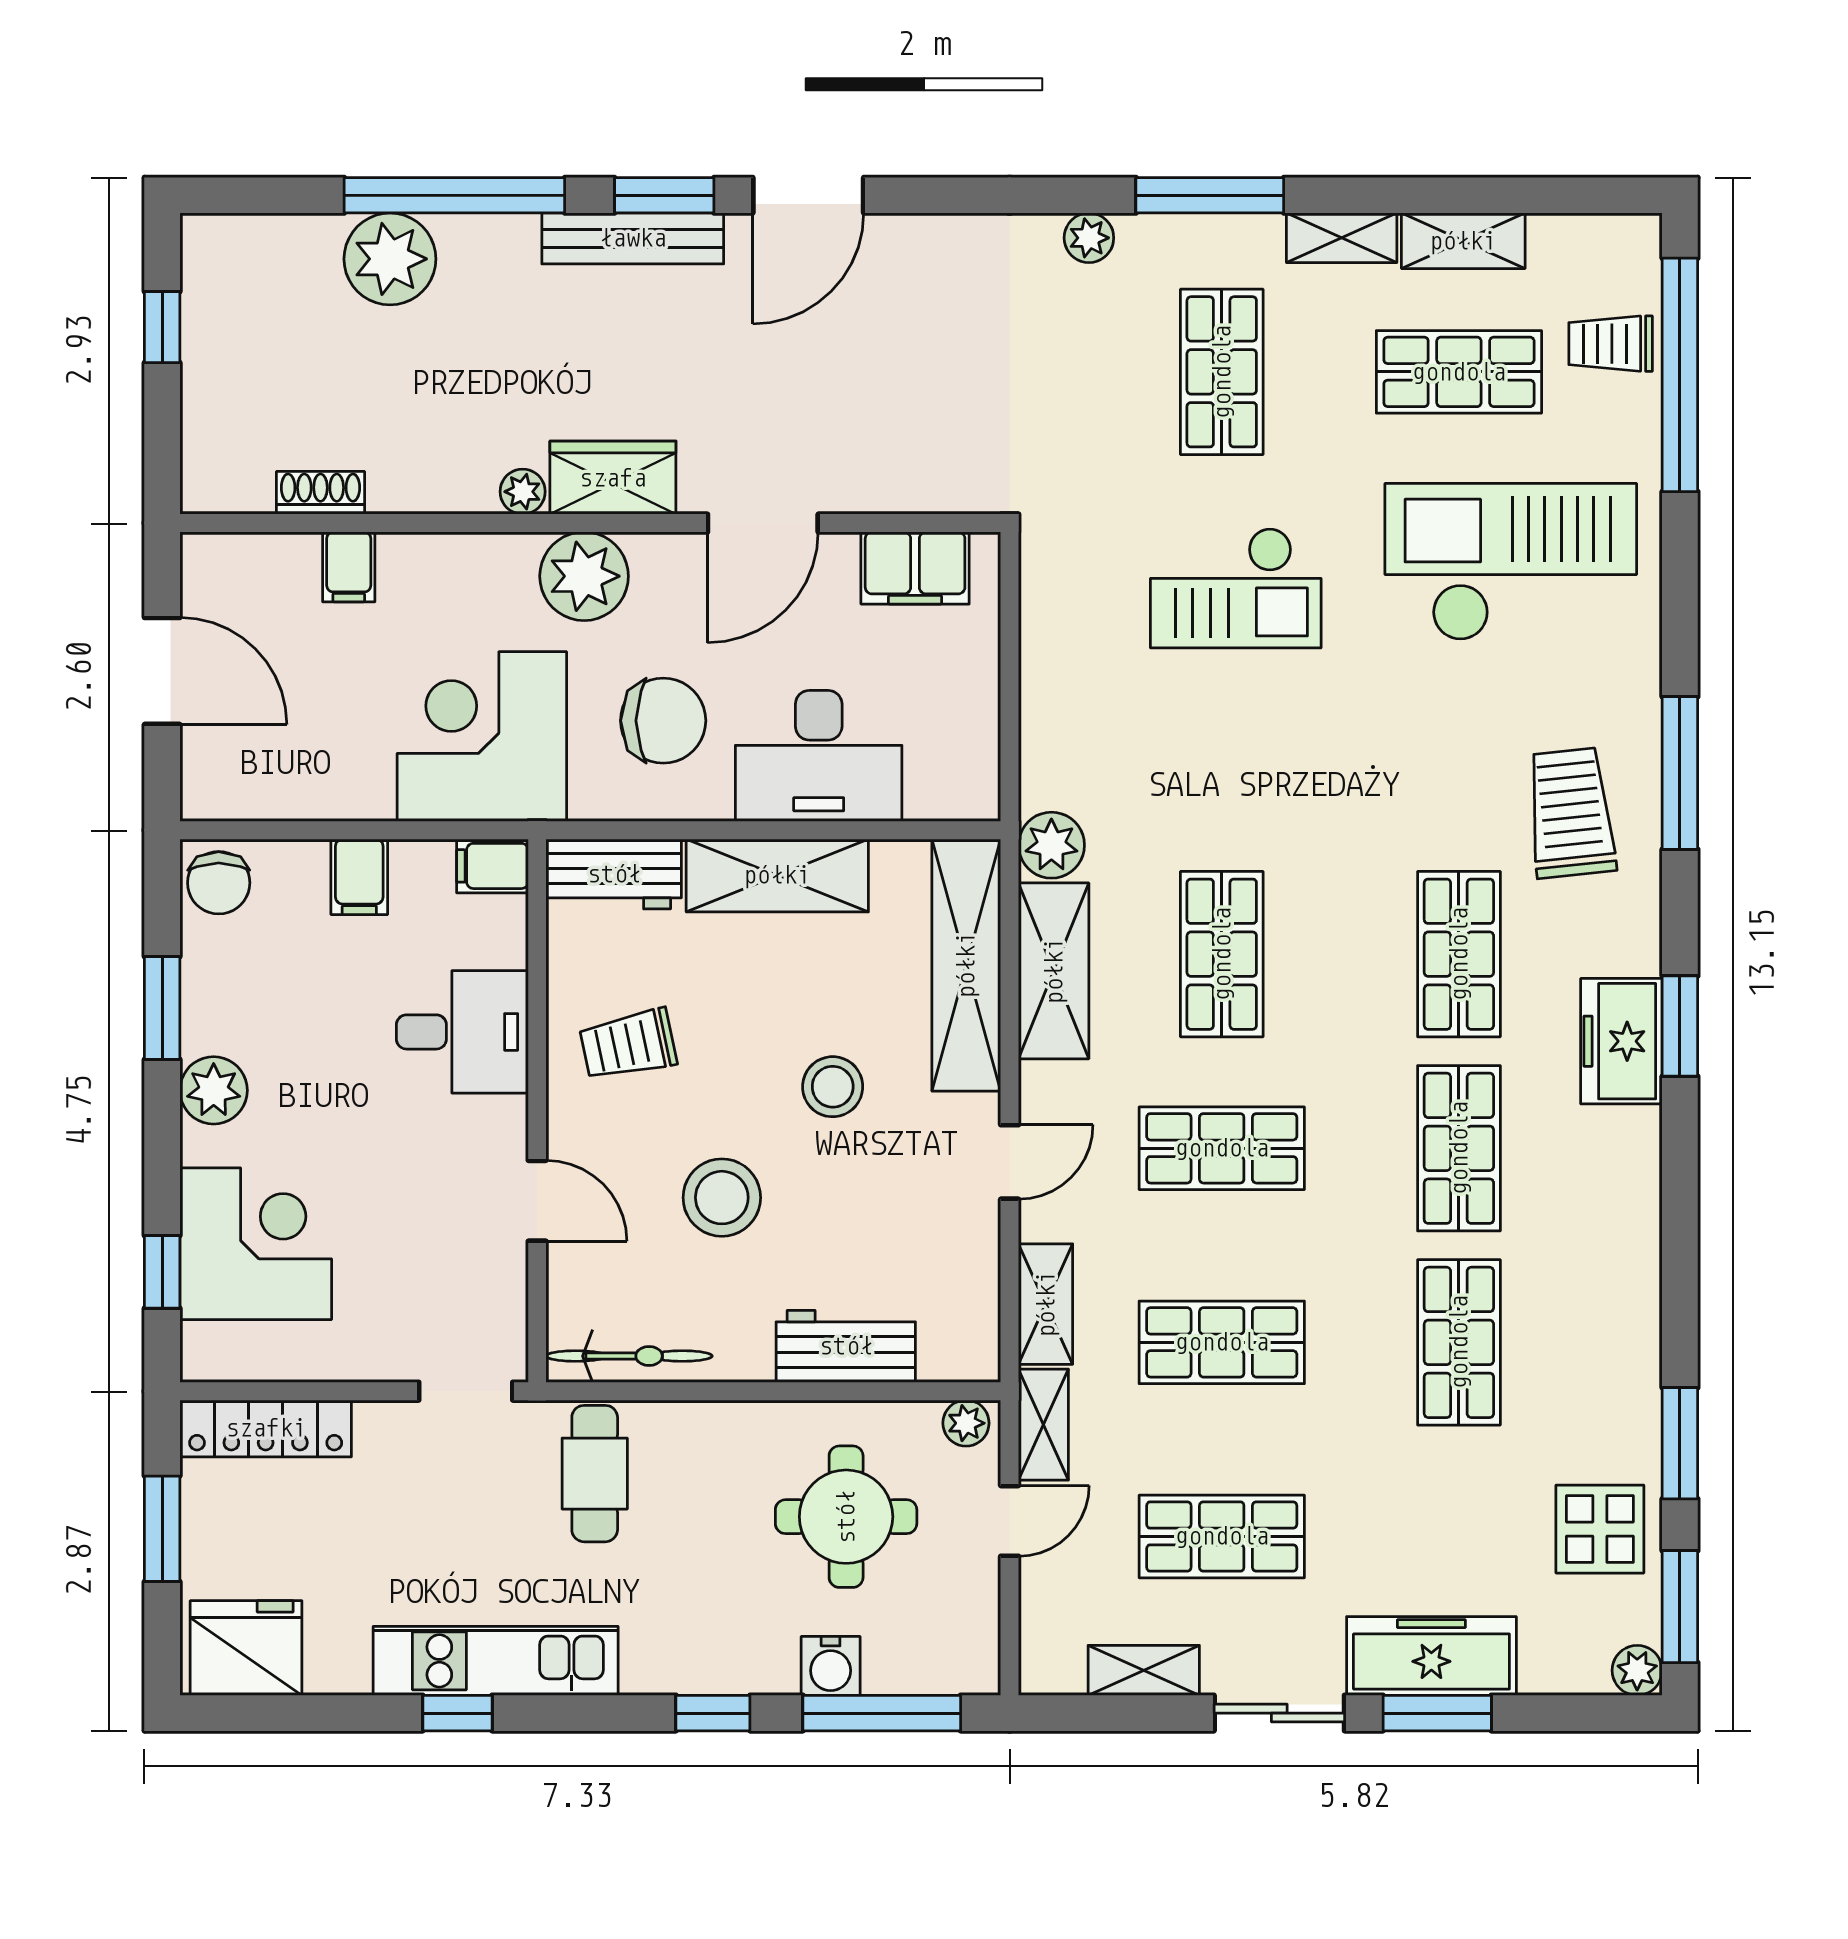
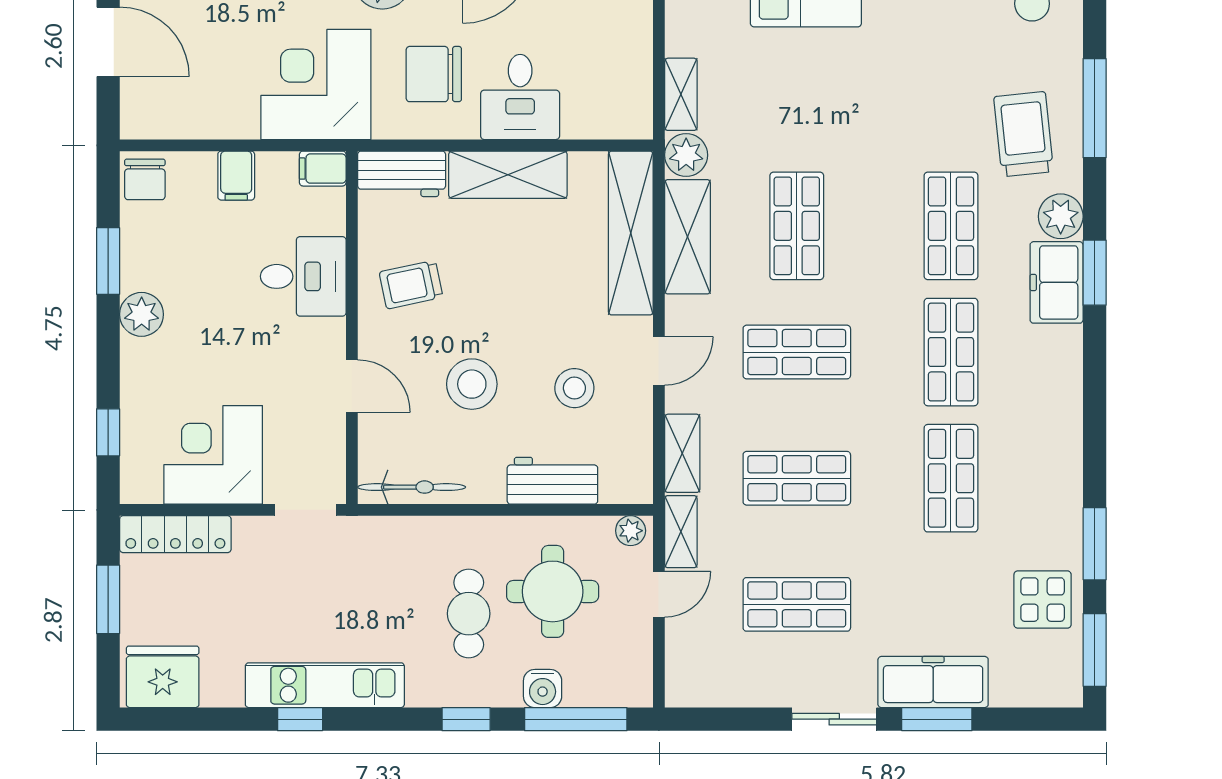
chair: (663, 721) -> (434, 74), turned 180
desk: (819, 756) -> (520, 97), width x0.73
stool: (833, 1087) -> (574, 388), moved
corner desk: (256, 1244) -> (213, 455), moved, turned -90
cafe table: (595, 1474) -> (469, 614), moved
shelving: (1144, 1670) -> (681, 94), moved, turned 90
plant: (1637, 1670) -> (1061, 216), moved, width x1.38, depth x1.38

